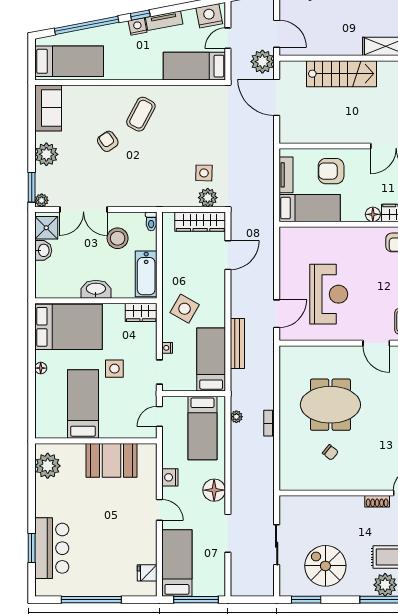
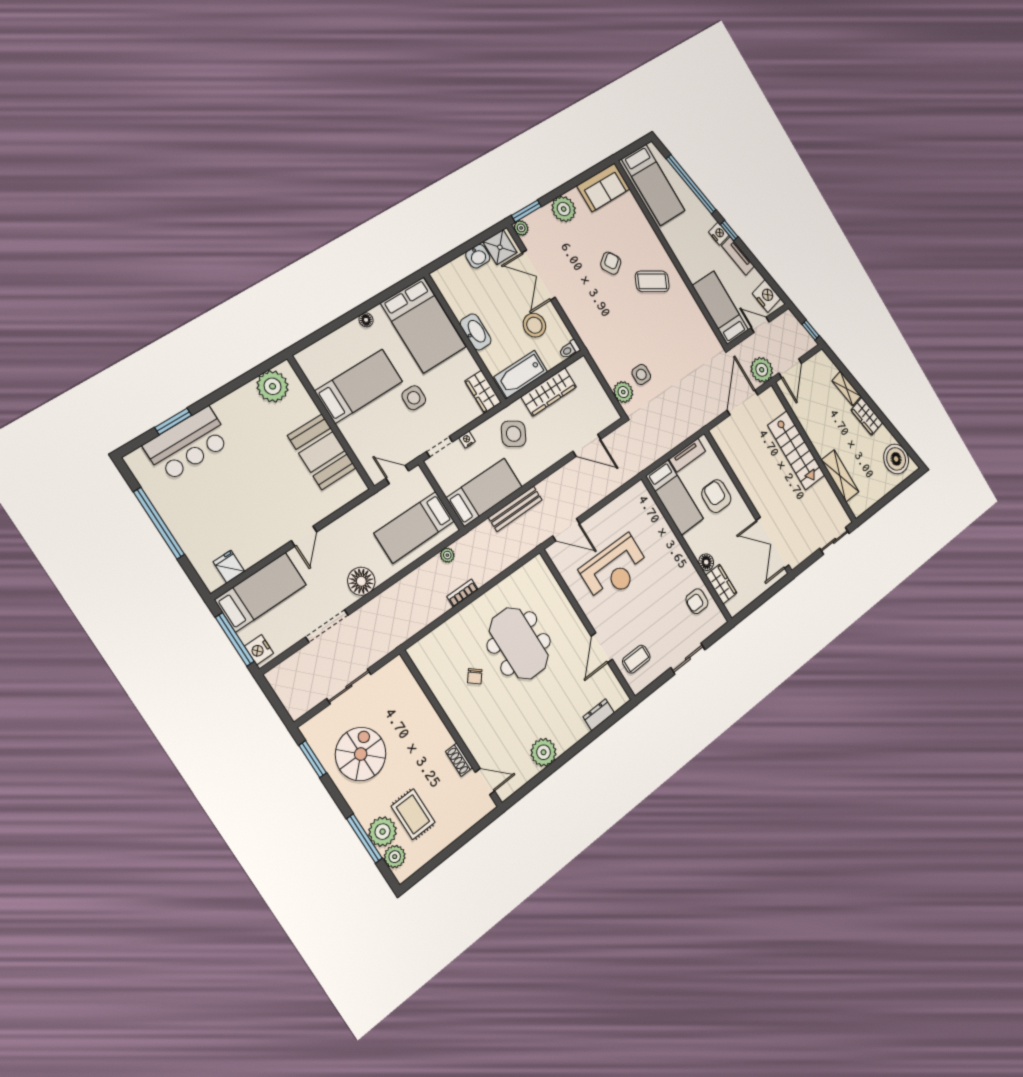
wardrobe: (200, 222) -> (549, 392), moved, turned -90
nightstand: (170, 477) -> (259, 650), moved, turned -90

